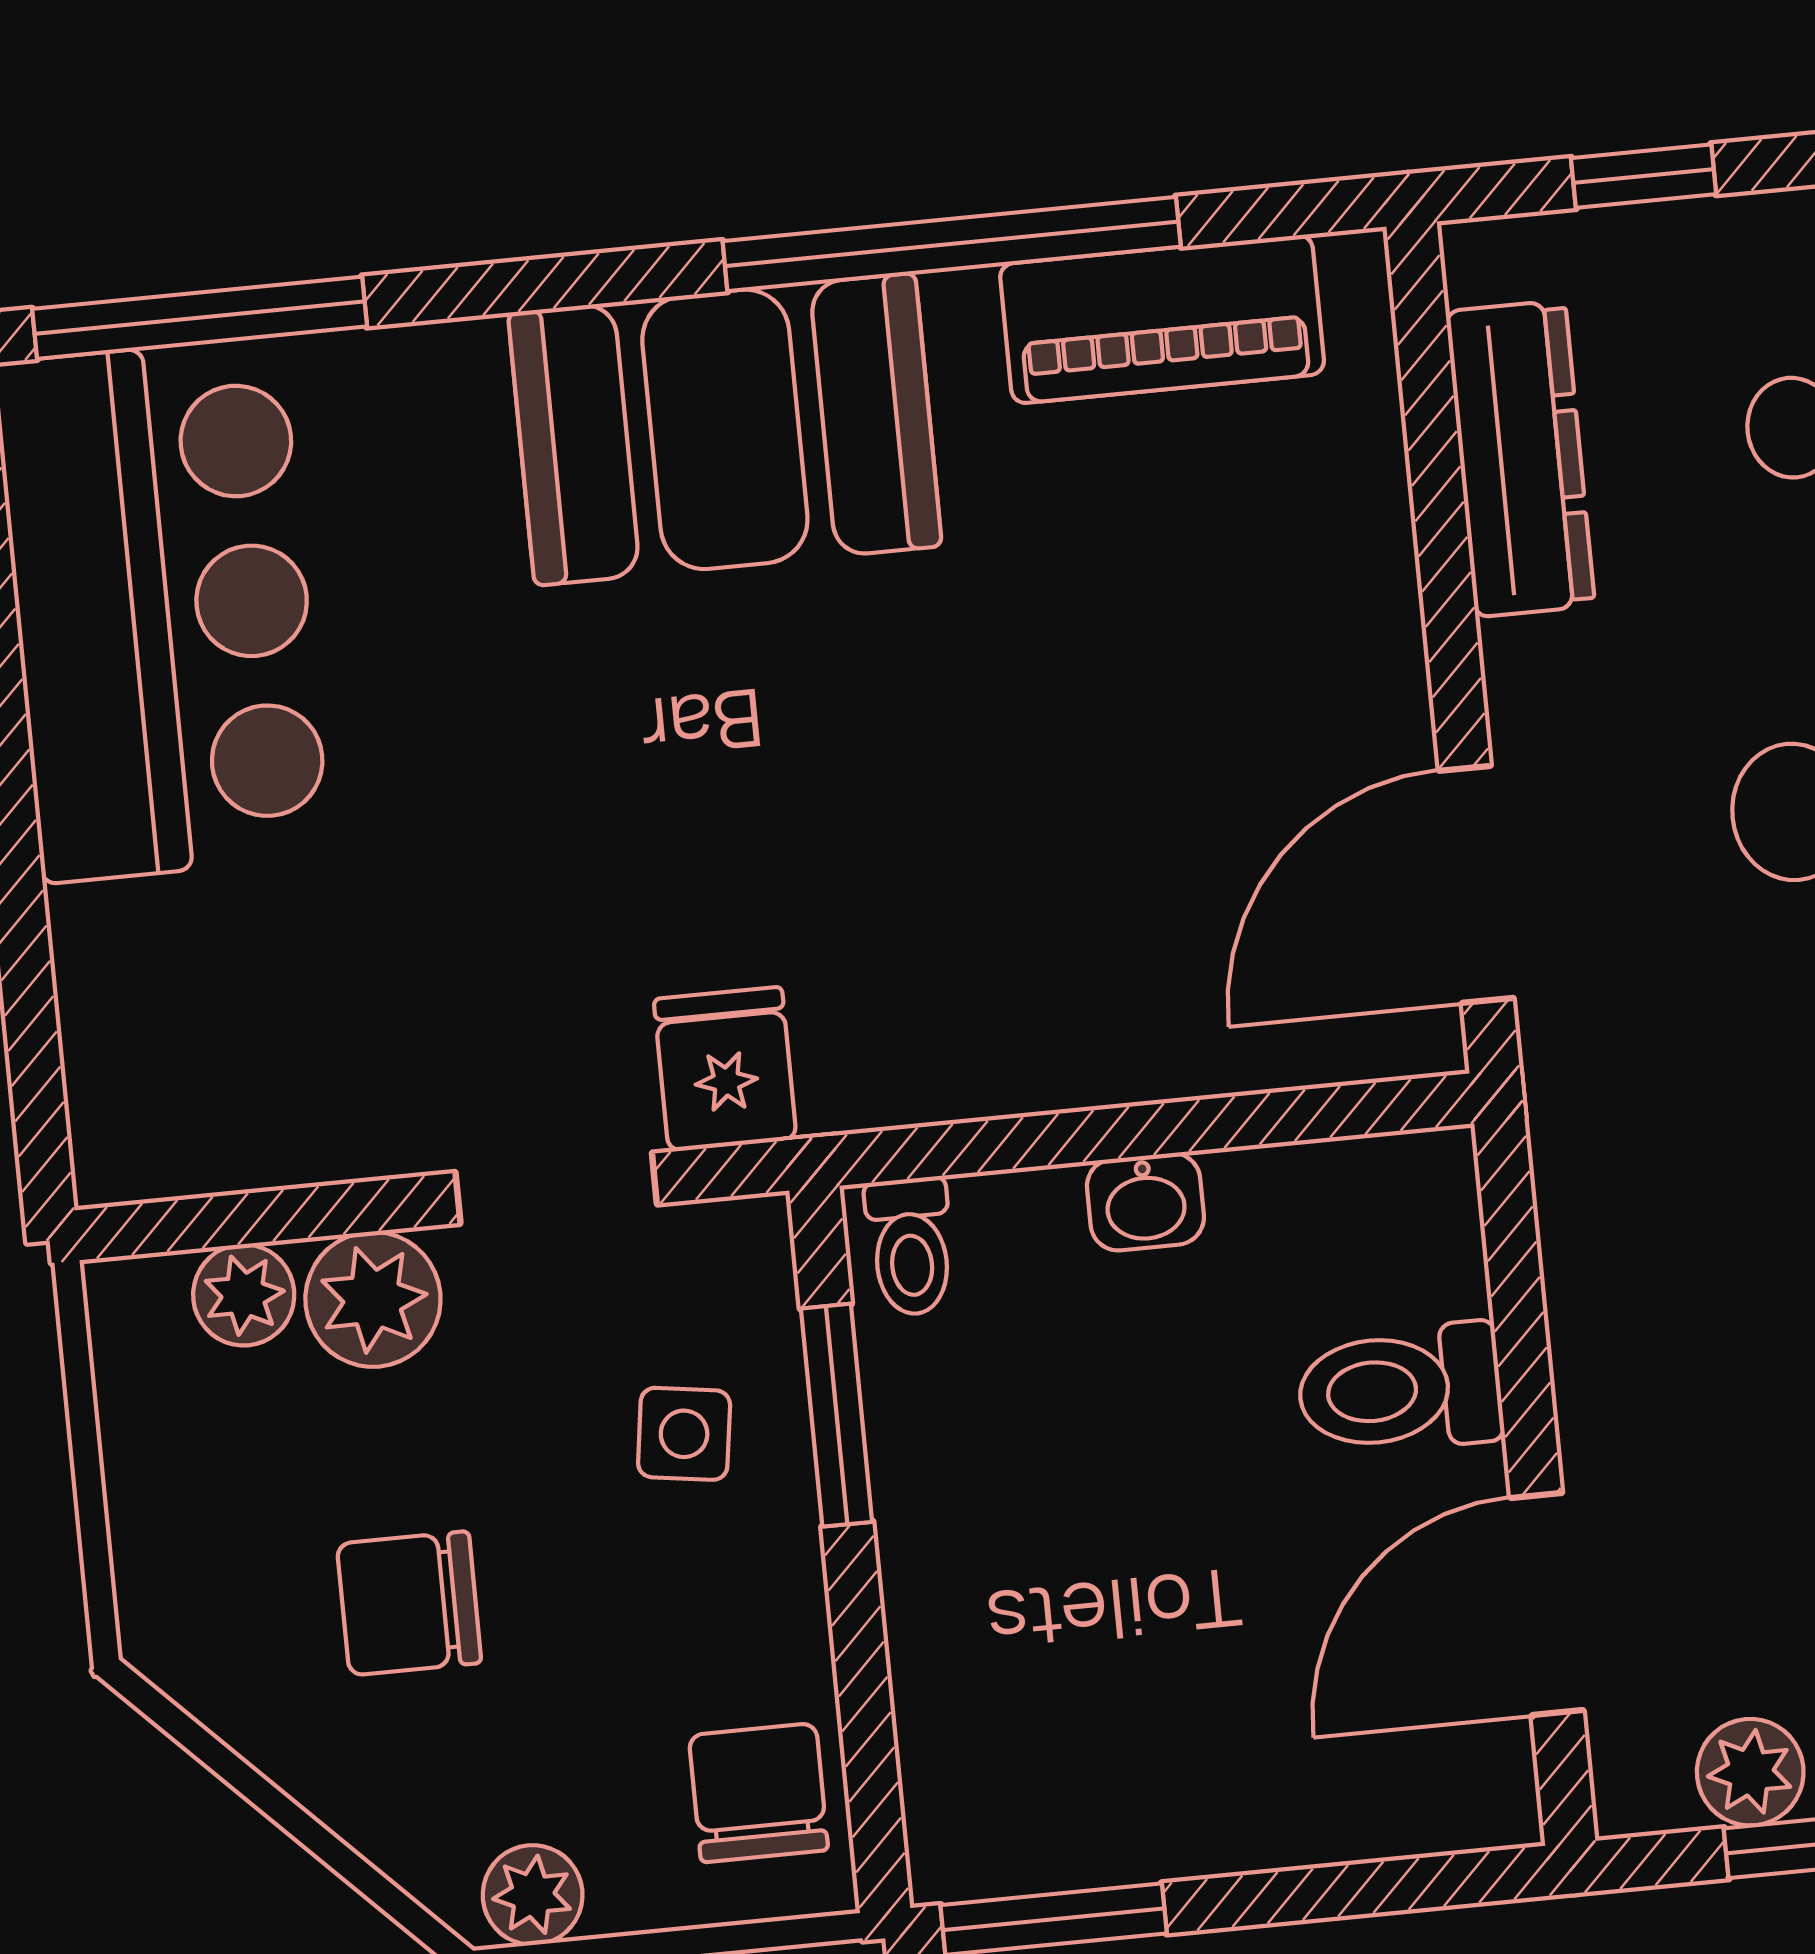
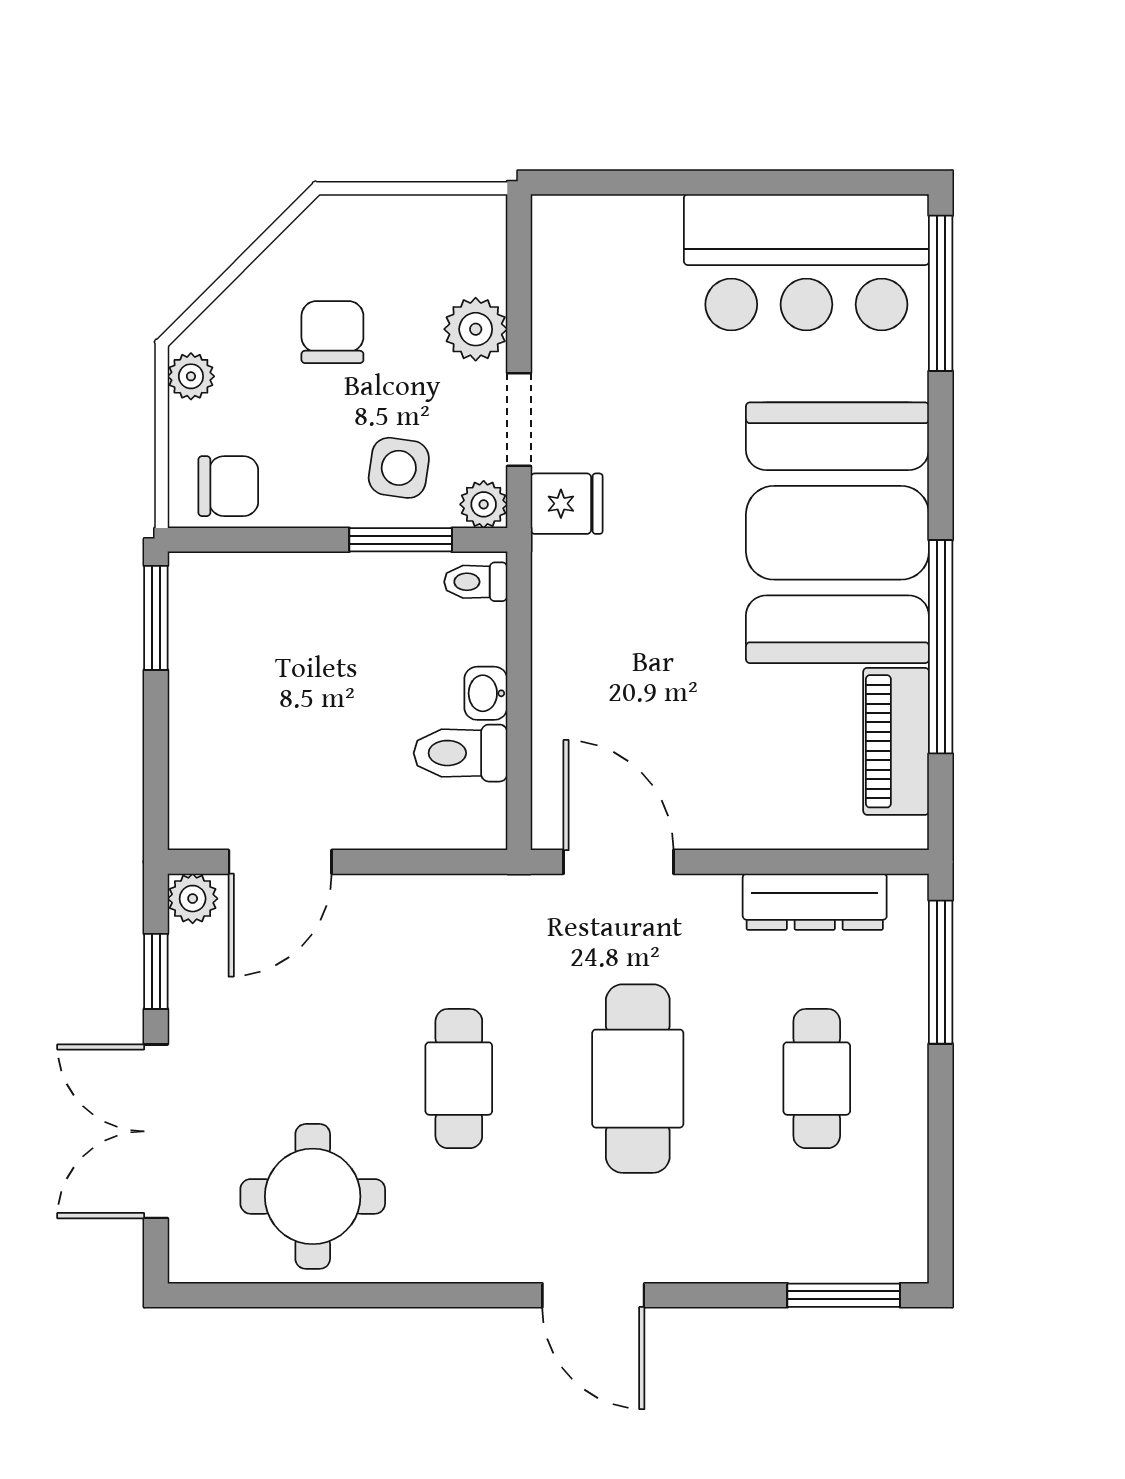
window: (1644, 176) -> (941, 972), width x2.17
booth: (725, 429) -> (837, 533), width x1.36, depth x1.42
plant: (244, 1295) -> (484, 504), moved
toilet: (1400, 1389) -> (460, 753), moved, turned -90
side table: (684, 1434) -> (399, 468), width x1.37, depth x1.37
door: (1547, 1604) -> (280, 862), swing flipped
plant: (1750, 1772) -> (193, 899), moved

